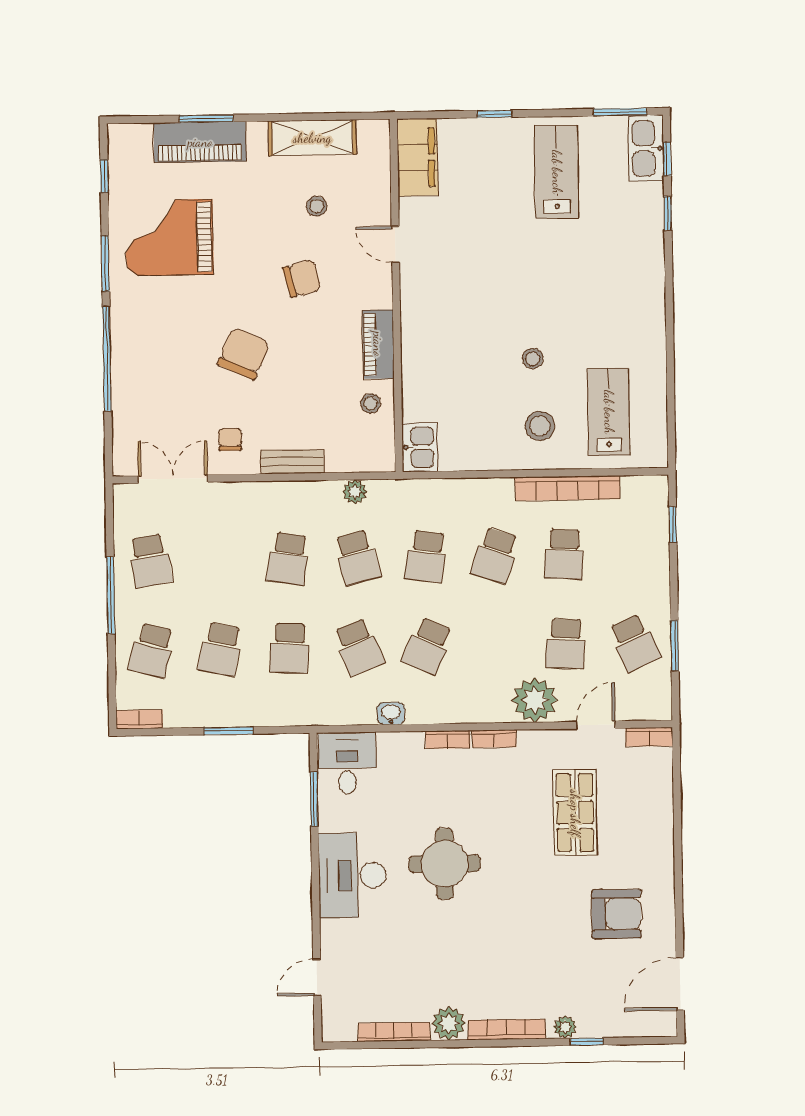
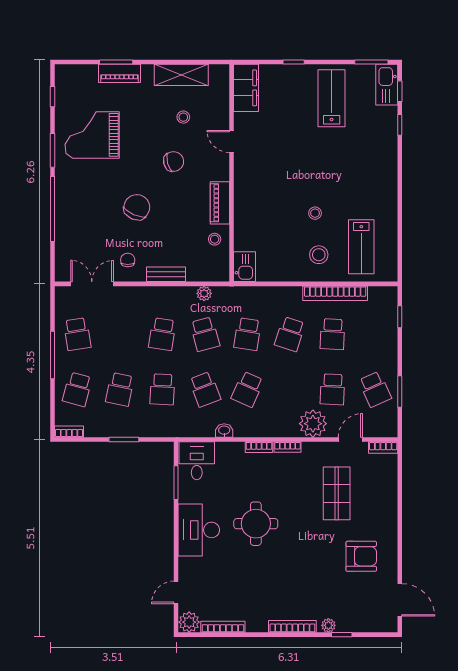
piano: (200, 142) -> (120, 73), width x0.73, depth x0.75
lab bench: (609, 412) -> (361, 247), turned 180
door: (680, 984) -> (400, 600), swing flipped
plant: (449, 1023) -> (189, 622), moved

